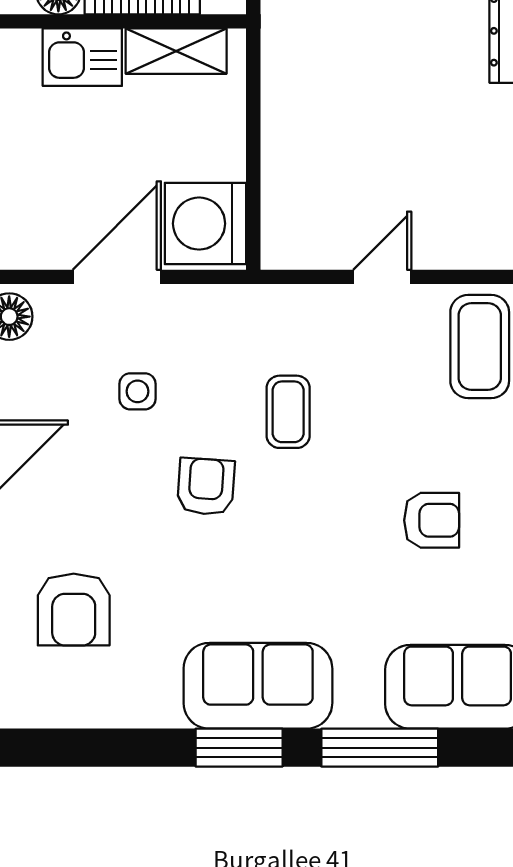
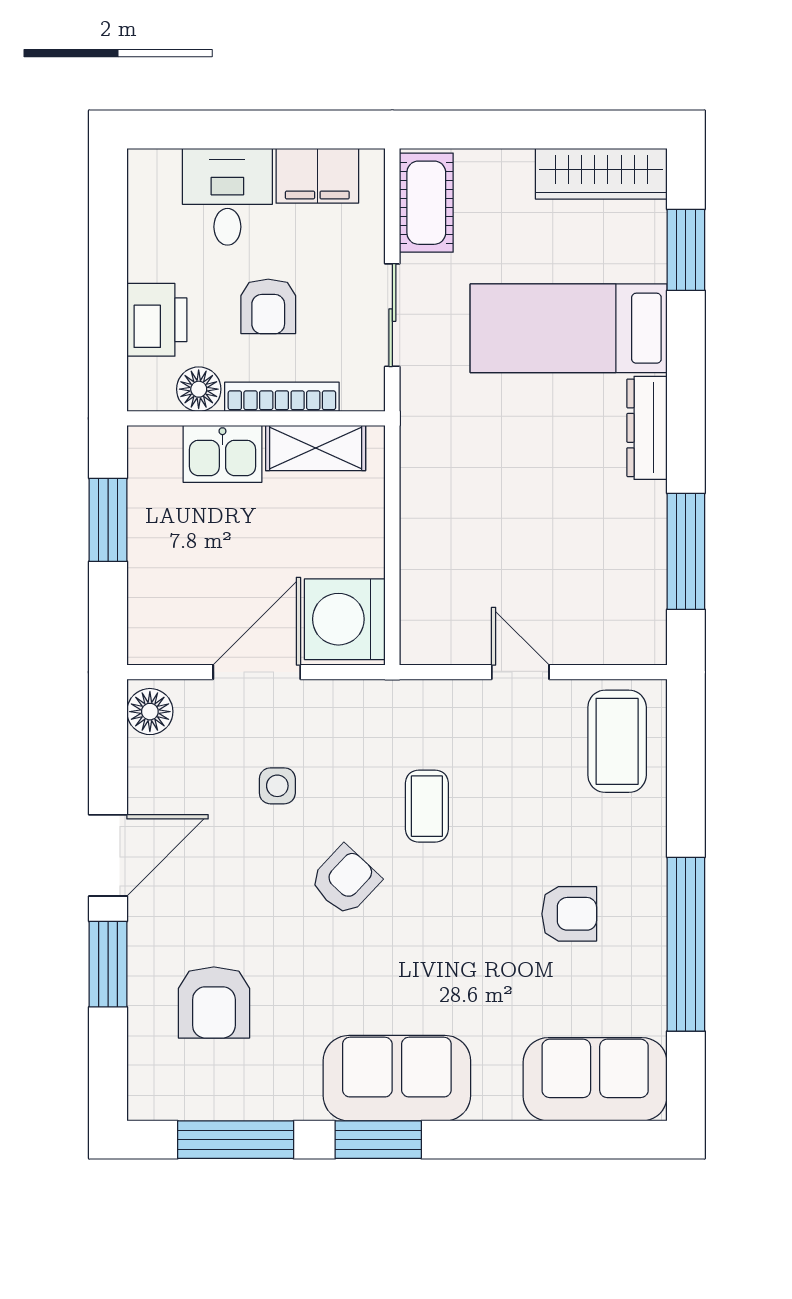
door: (382, 277) -> (520, 672), hinge flipped
armchair: (206, 487) -> (345, 880), turned 39
window: (380, 748) -> (236, 1140), moved

